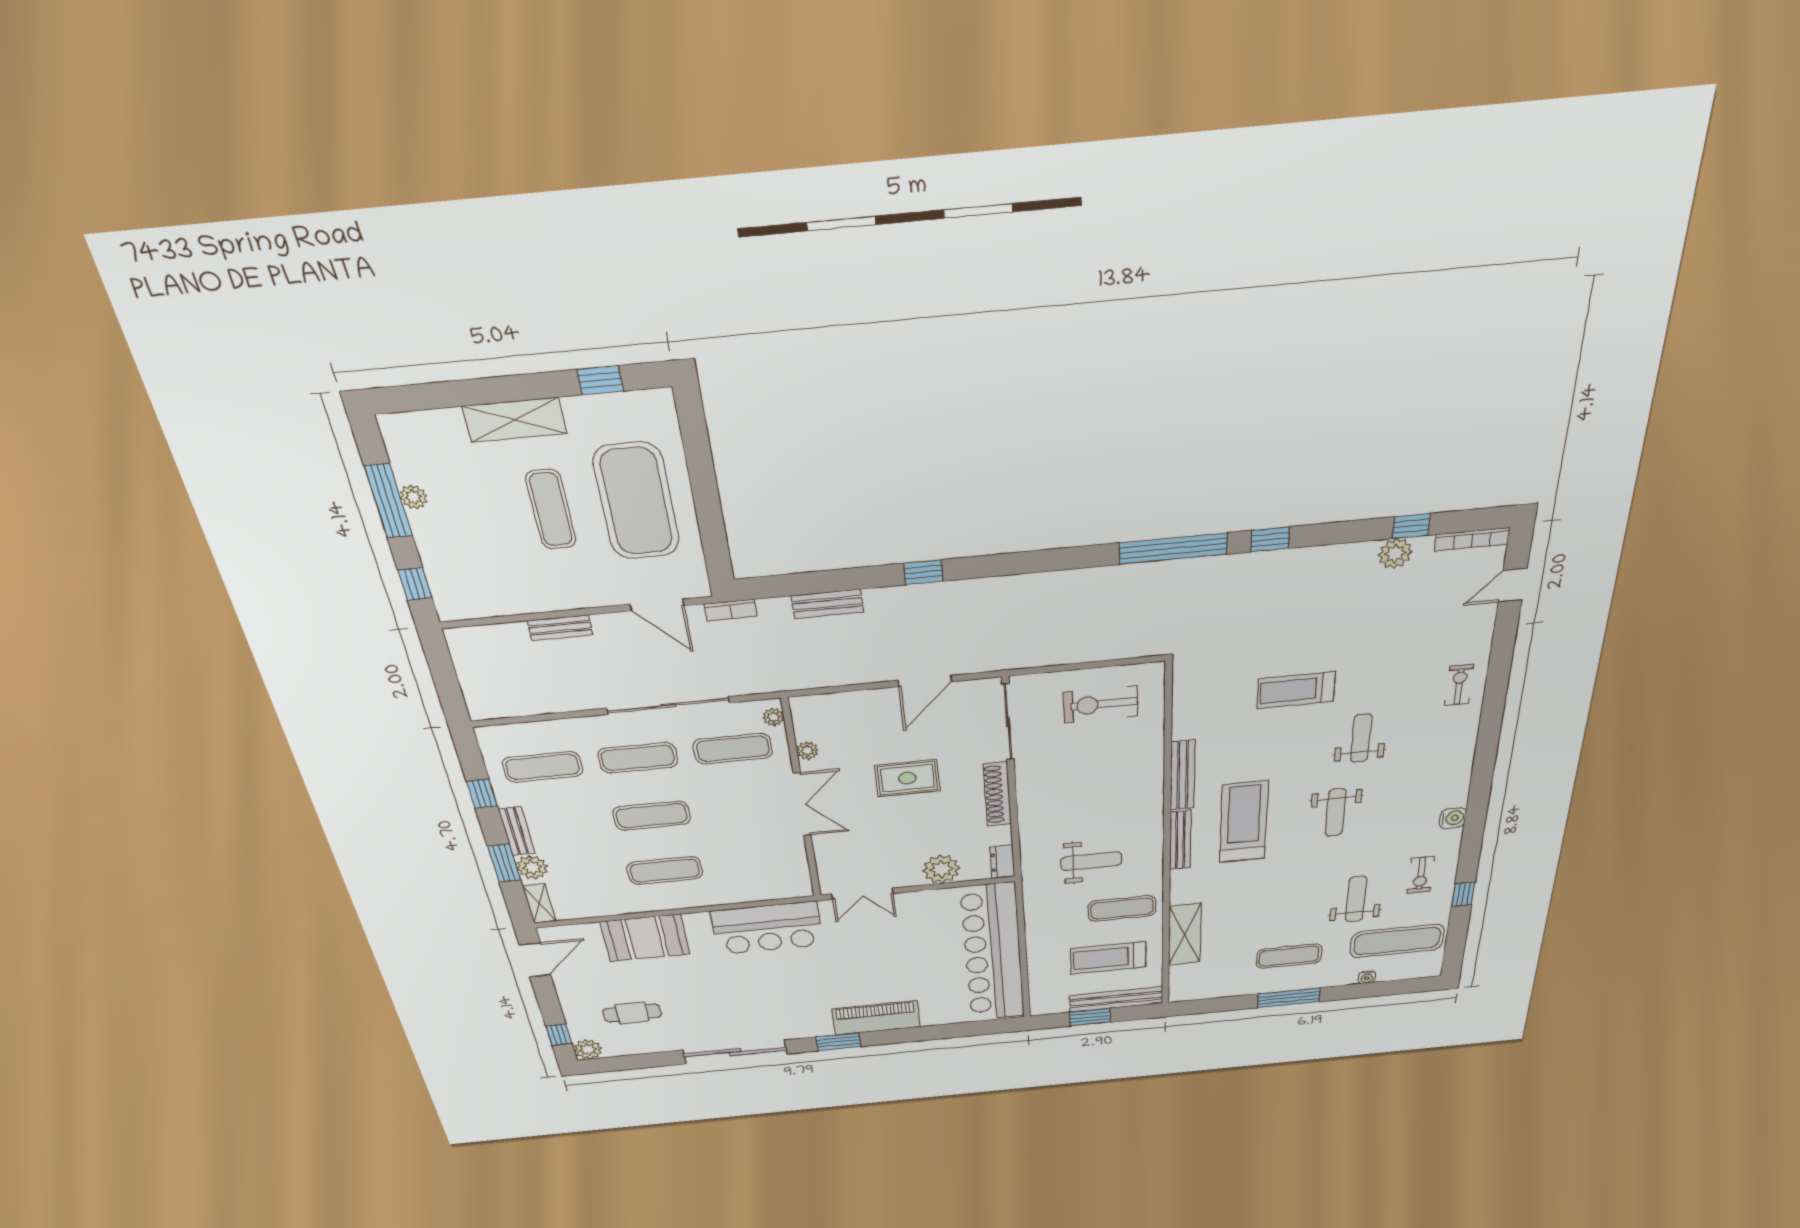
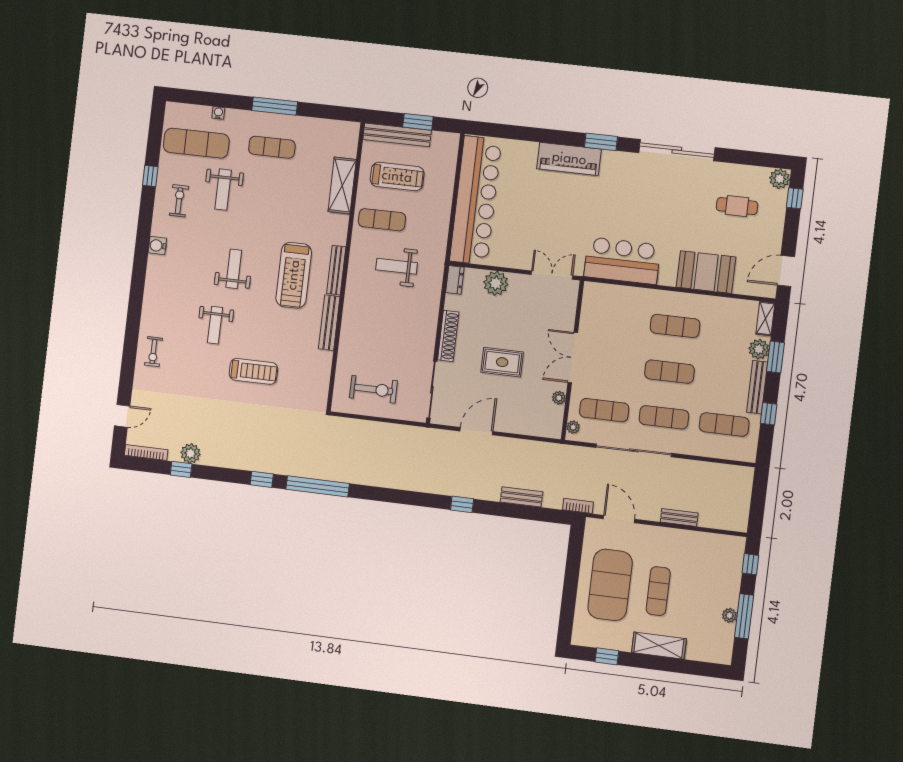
bench: (517, 831) -> (757, 387), width x1.36

